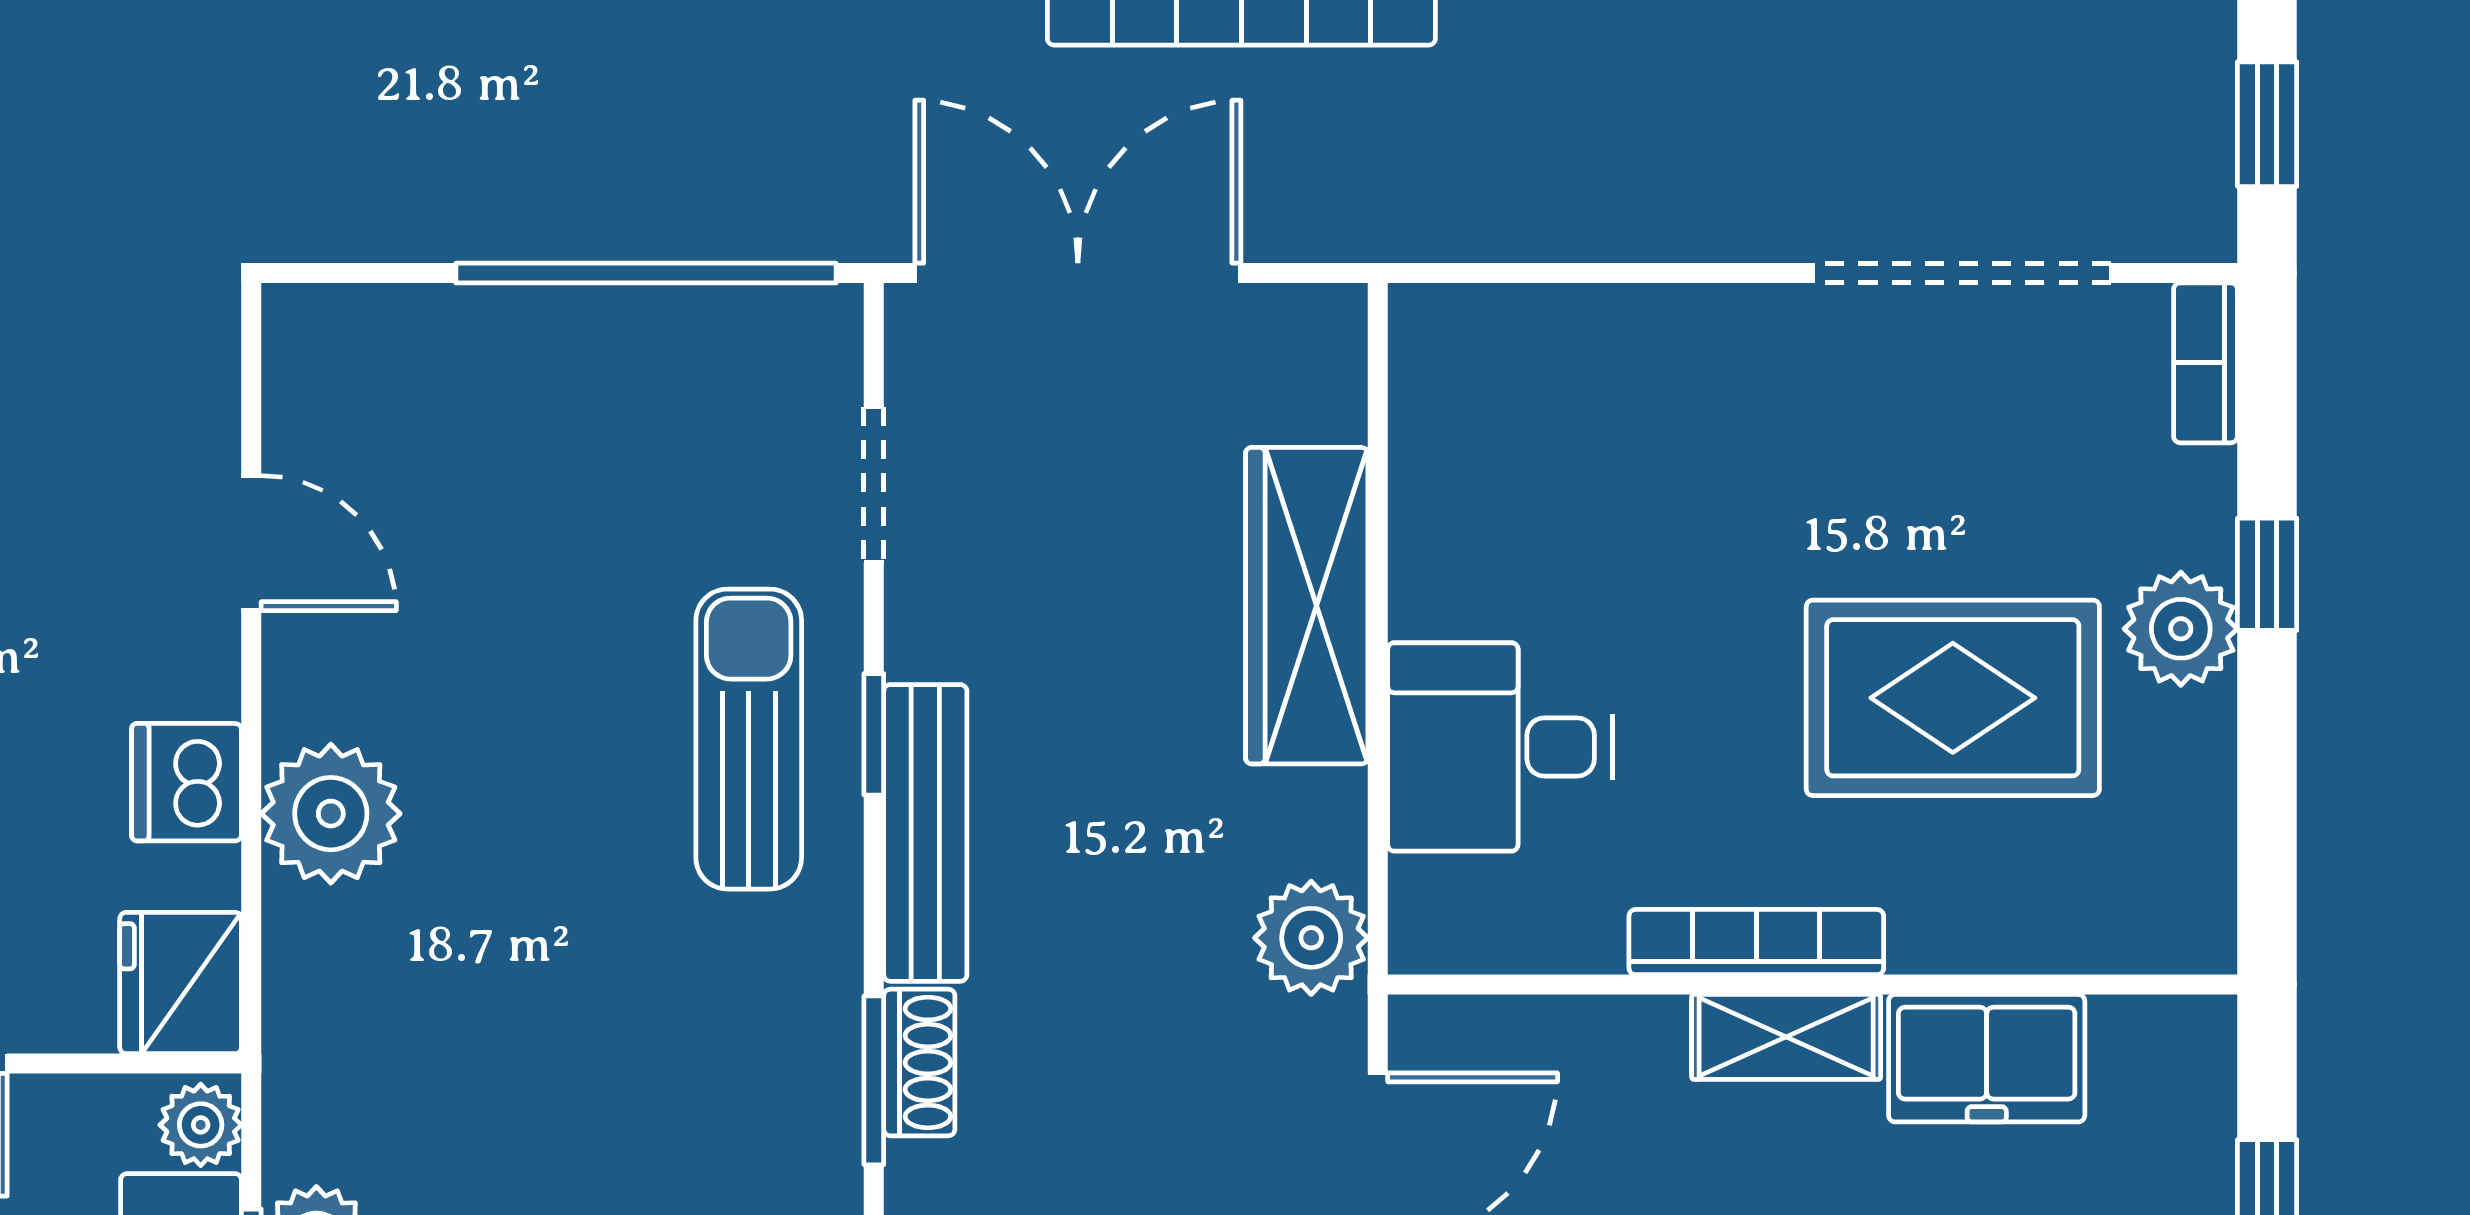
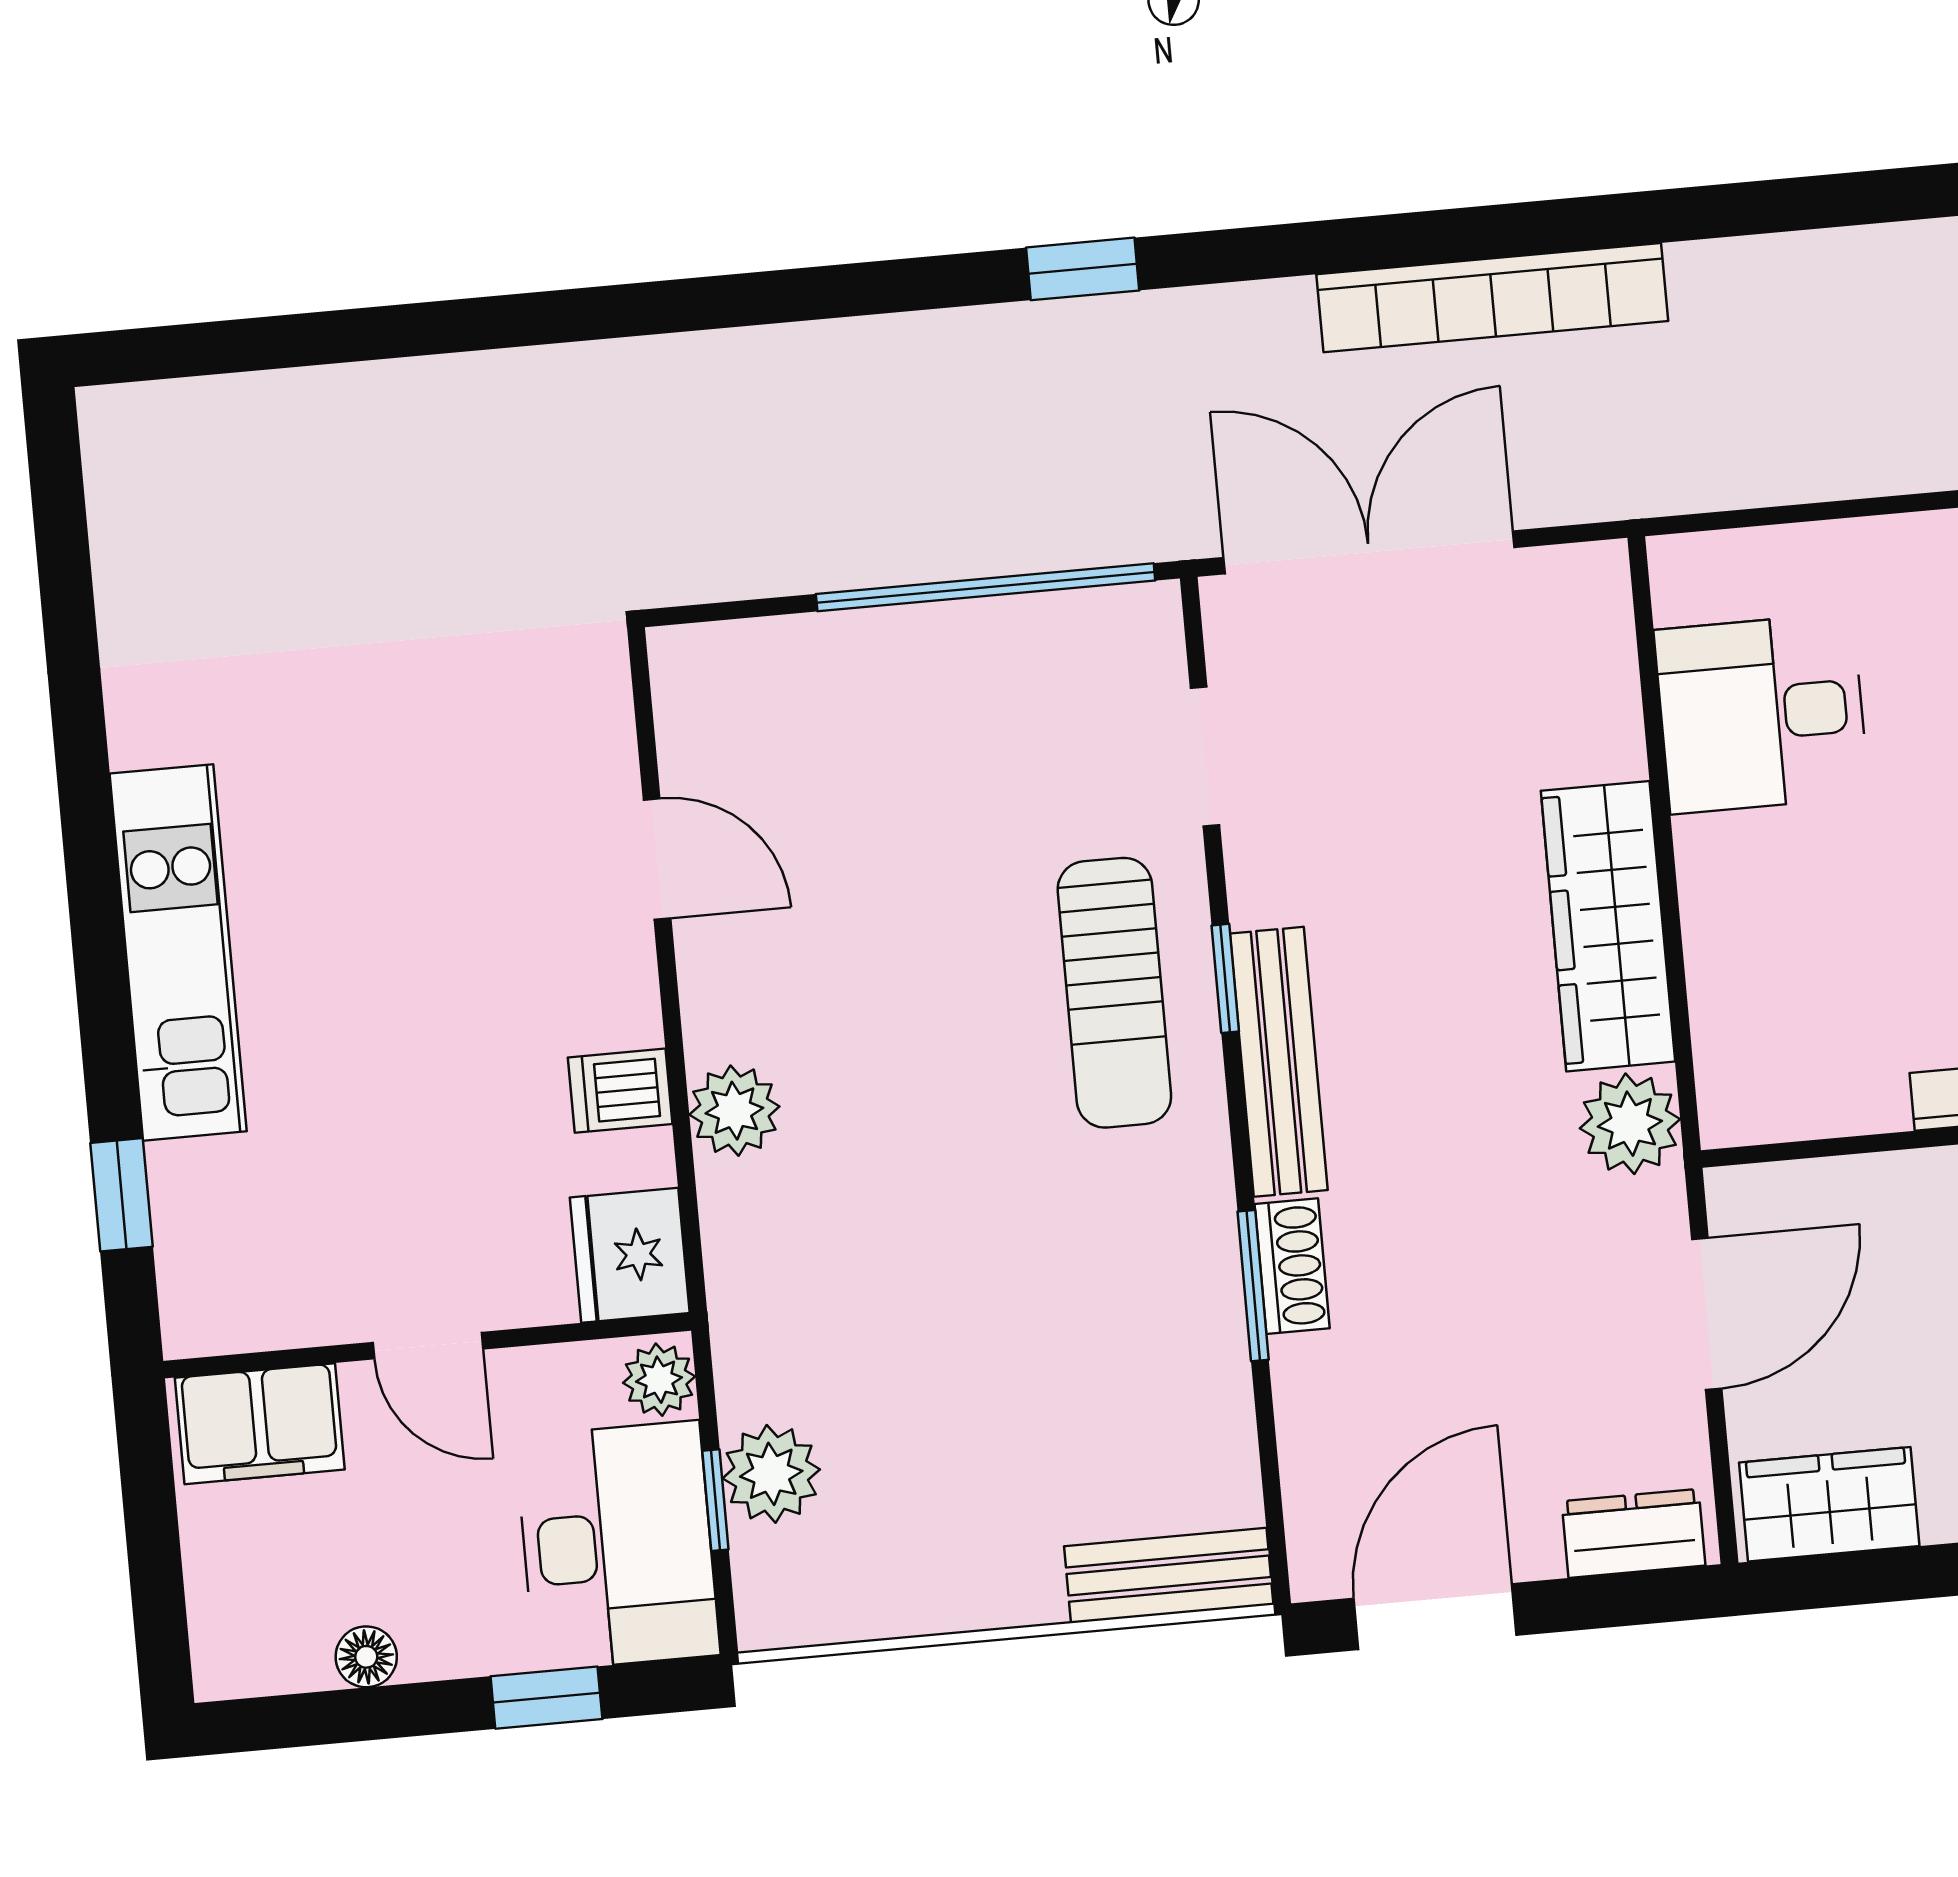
wardrobe: (1307, 606) -> (1608, 926), moved
sun lounger: (749, 739) -> (1114, 993), turned 180
desk: (1500, 747) -> (1762, 713), moved
dishwasher: (187, 782) -> (620, 1091), width x0.73
plant: (331, 814) -> (734, 1111), width x0.73, depth x0.73

